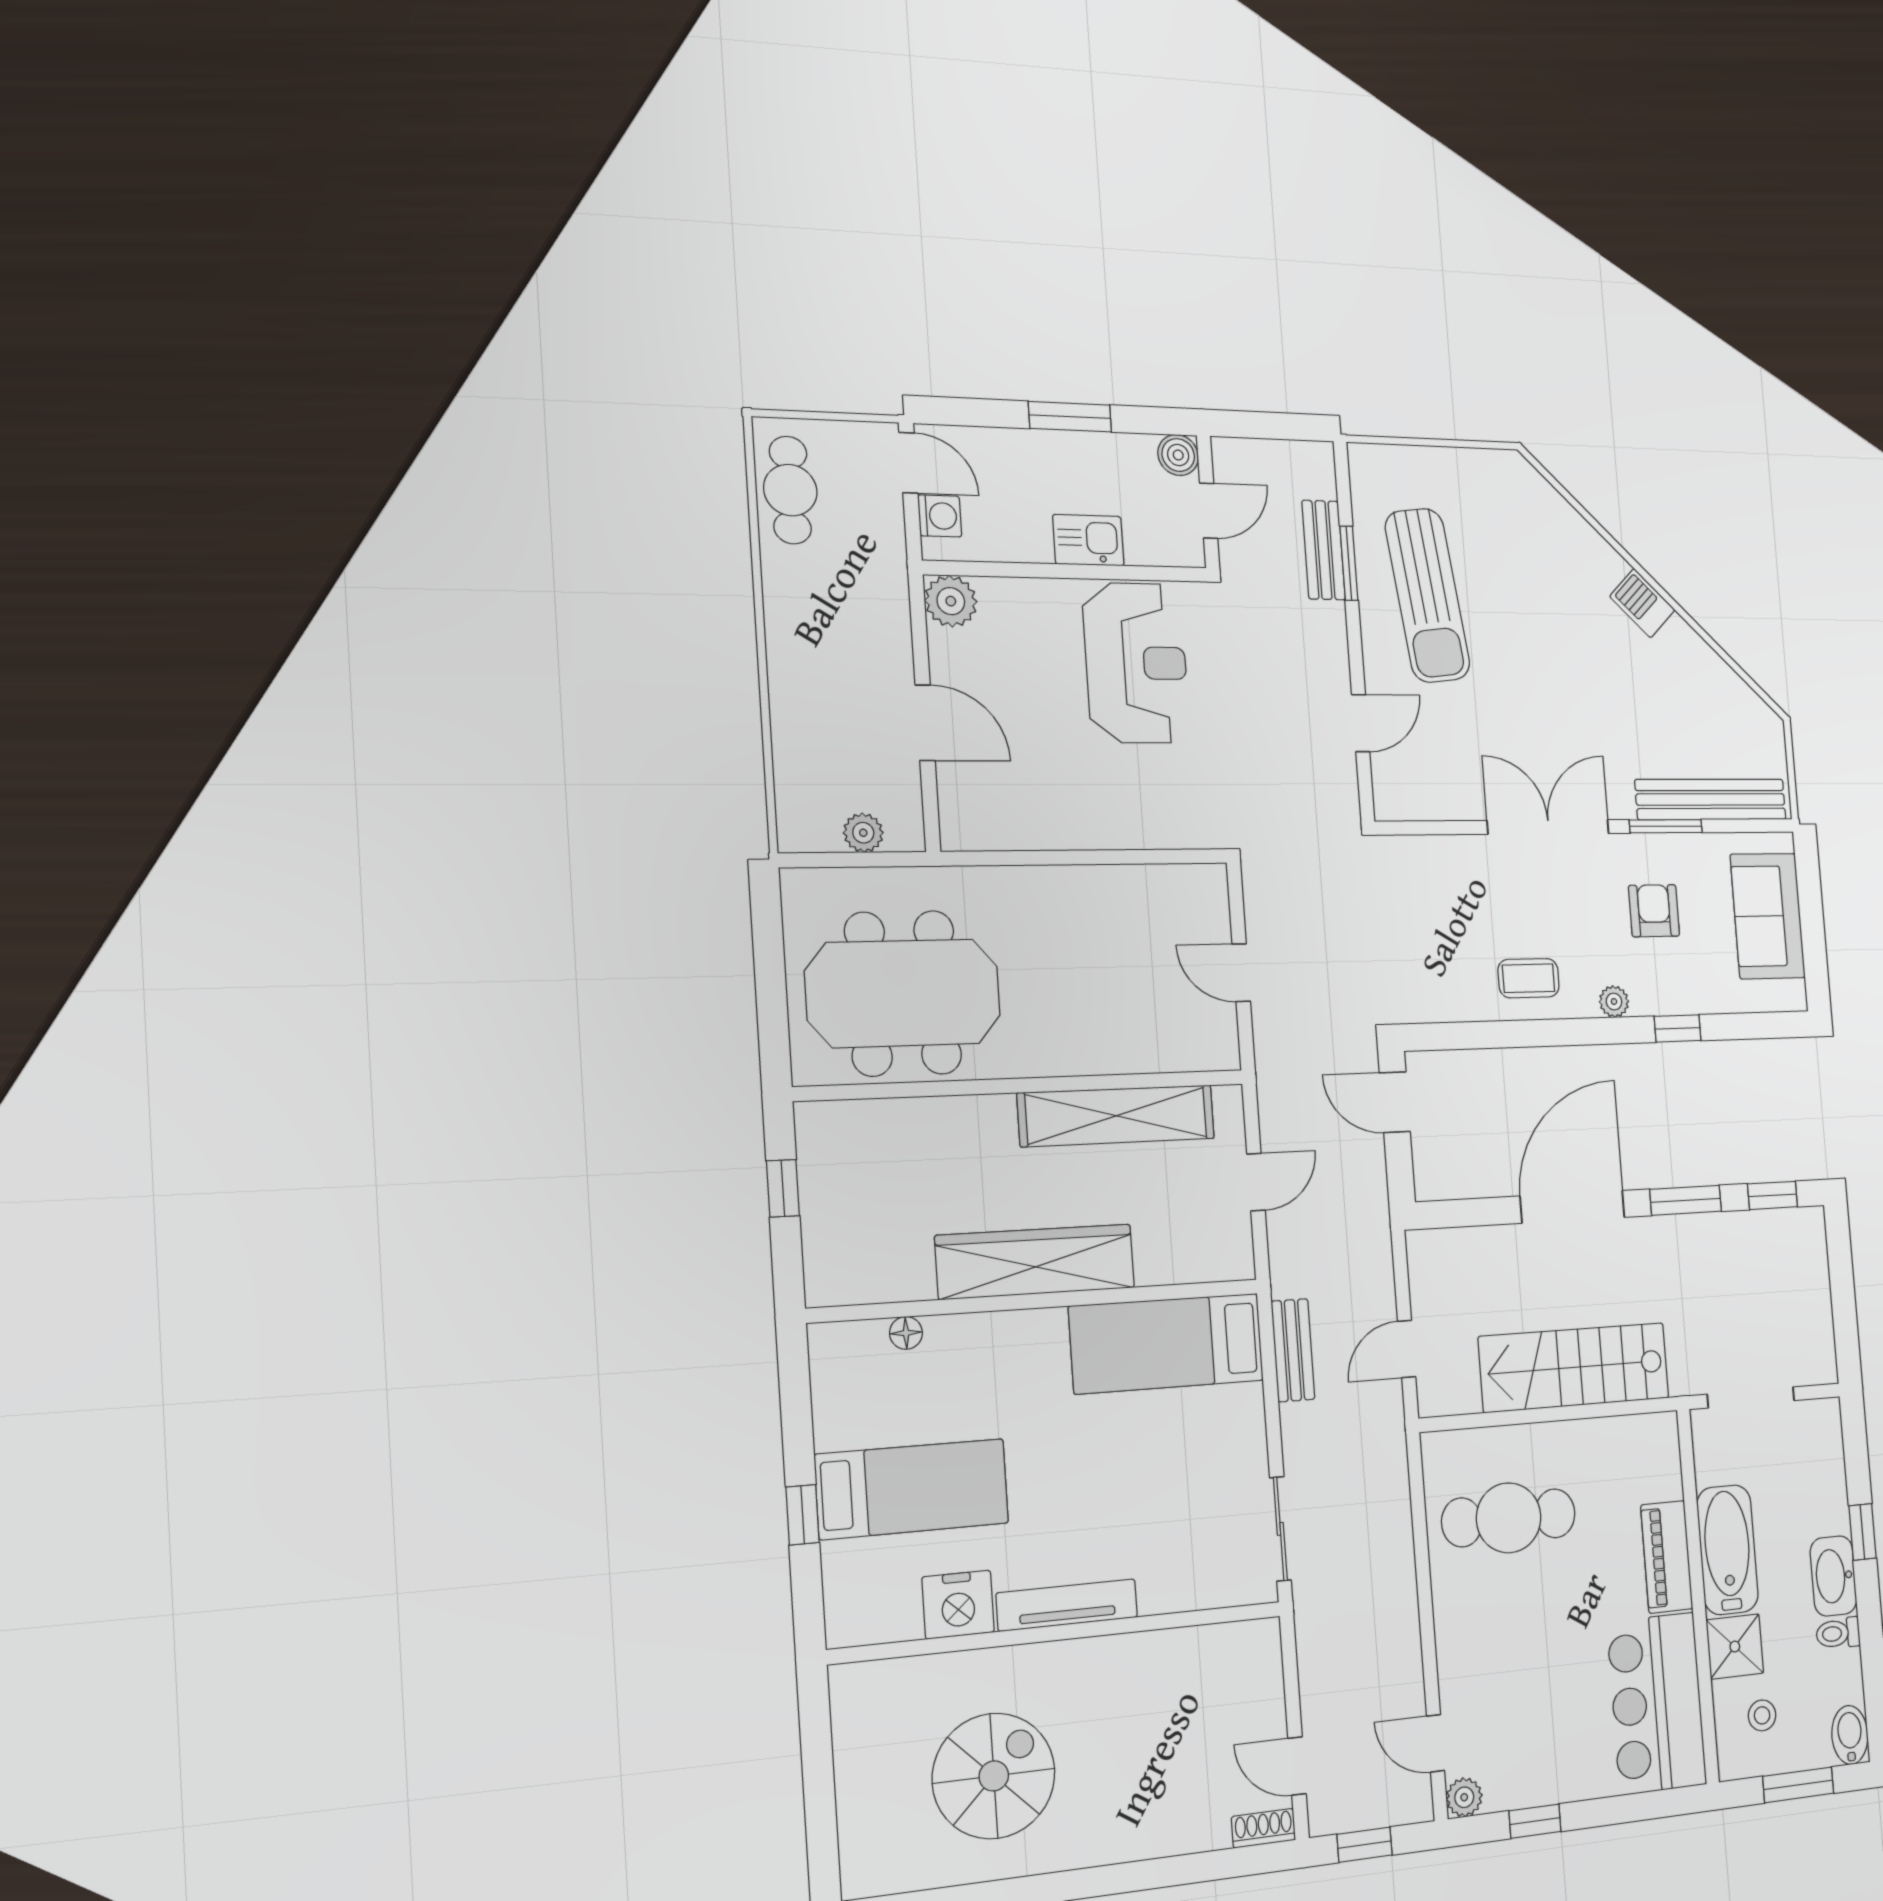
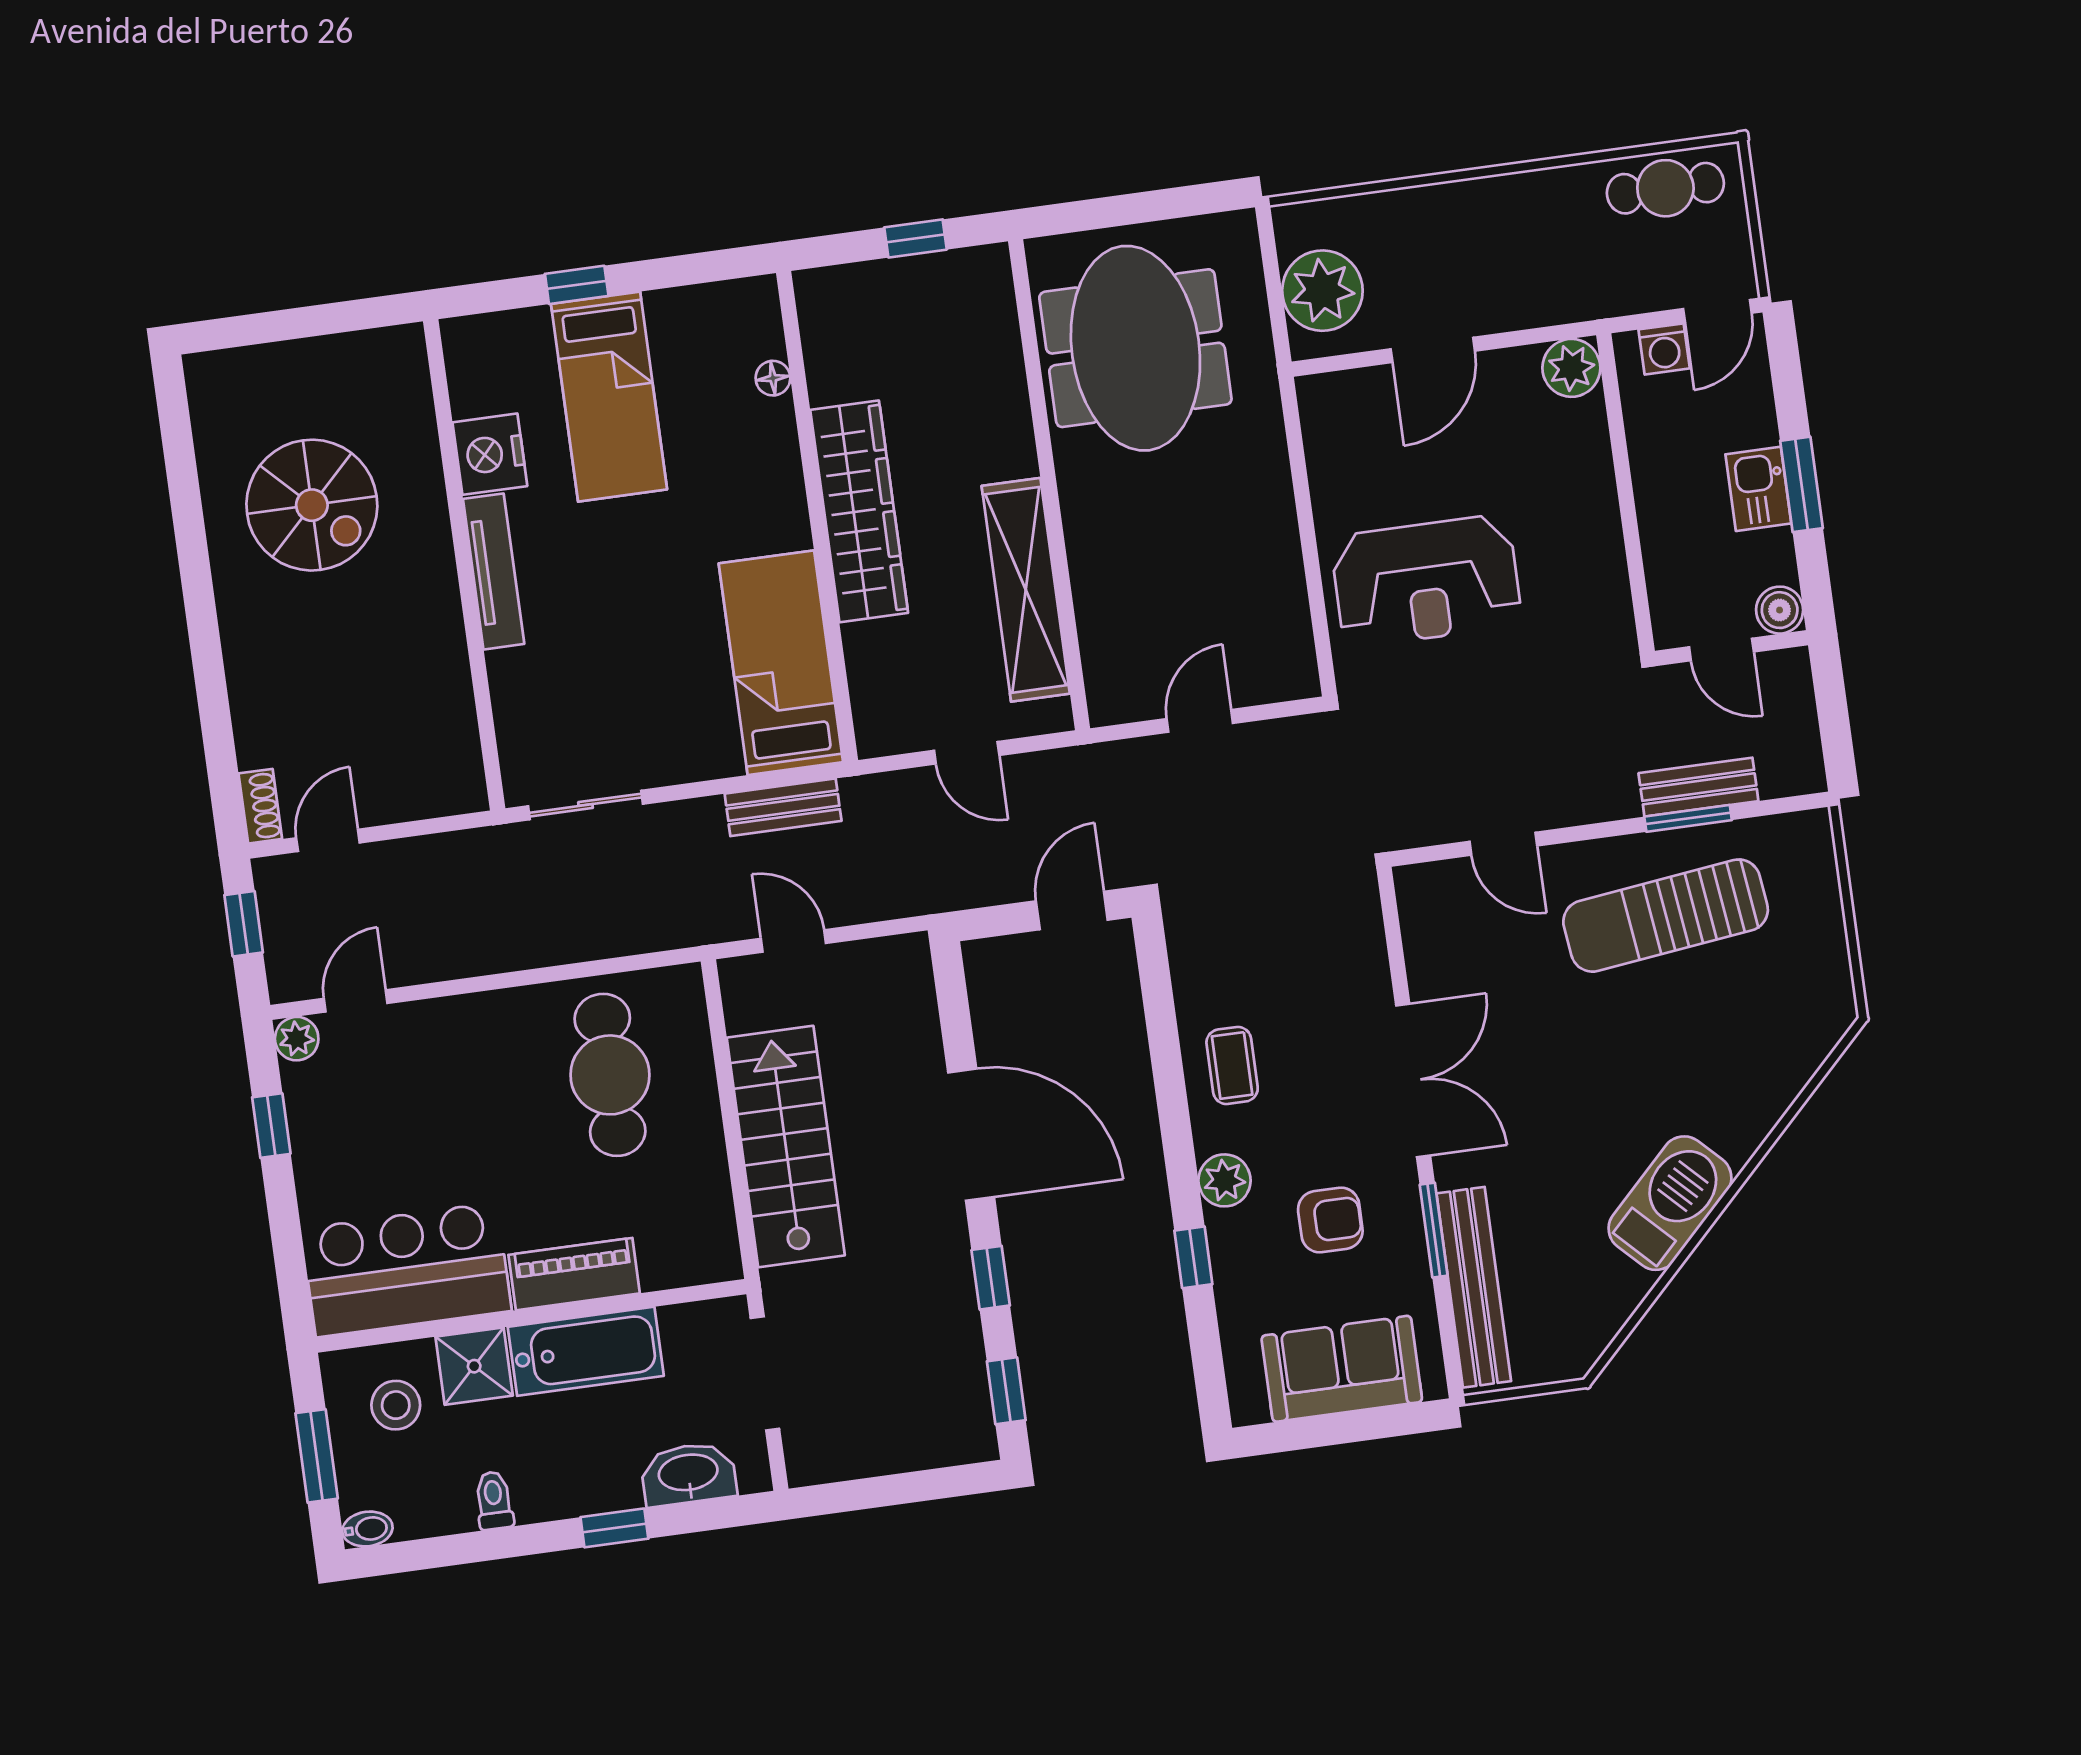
kitchen sink: (1088, 540) -> (1758, 489), moved, turned 180
barbecue: (1642, 603) -> (1670, 1203), width x1.88, depth x1.53
reception desk: (1136, 663) -> (1426, 581), moved
plant: (863, 833) -> (1322, 291), width x1.88, depth x1.88
plant: (1614, 1002) -> (1225, 1180), width x1.38, depth x1.38
window: (1686, 1200) -> (991, 1278), width x0.67
washbasin: (1833, 1576) -> (688, 1474), moved
stool: (1762, 1715) -> (396, 1405), width x1.37, depth x1.37
bidet: (1850, 1735) -> (367, 1529), width x0.72, depth x0.74

